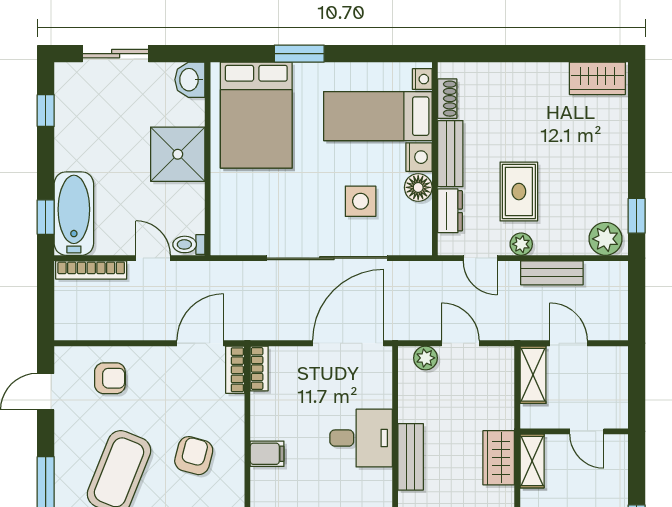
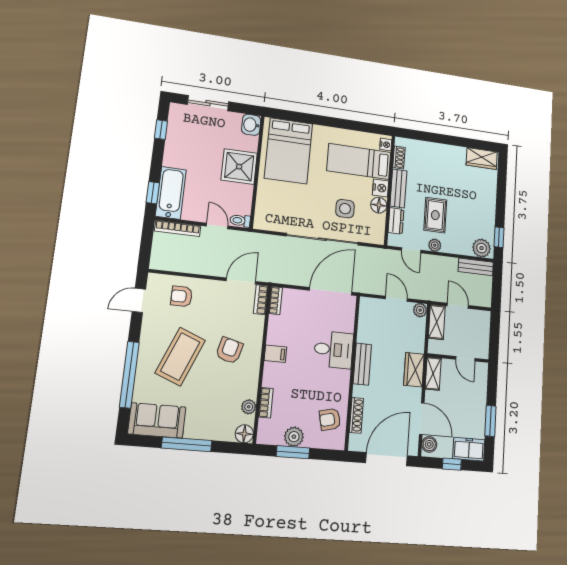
window: (299, 54) -> (317, 120), removed
bench: (552, 273) -> (476, 267), moved
plant: (425, 358) -> (420, 310), moved
armchair: (110, 378) -> (181, 296), turned 180

